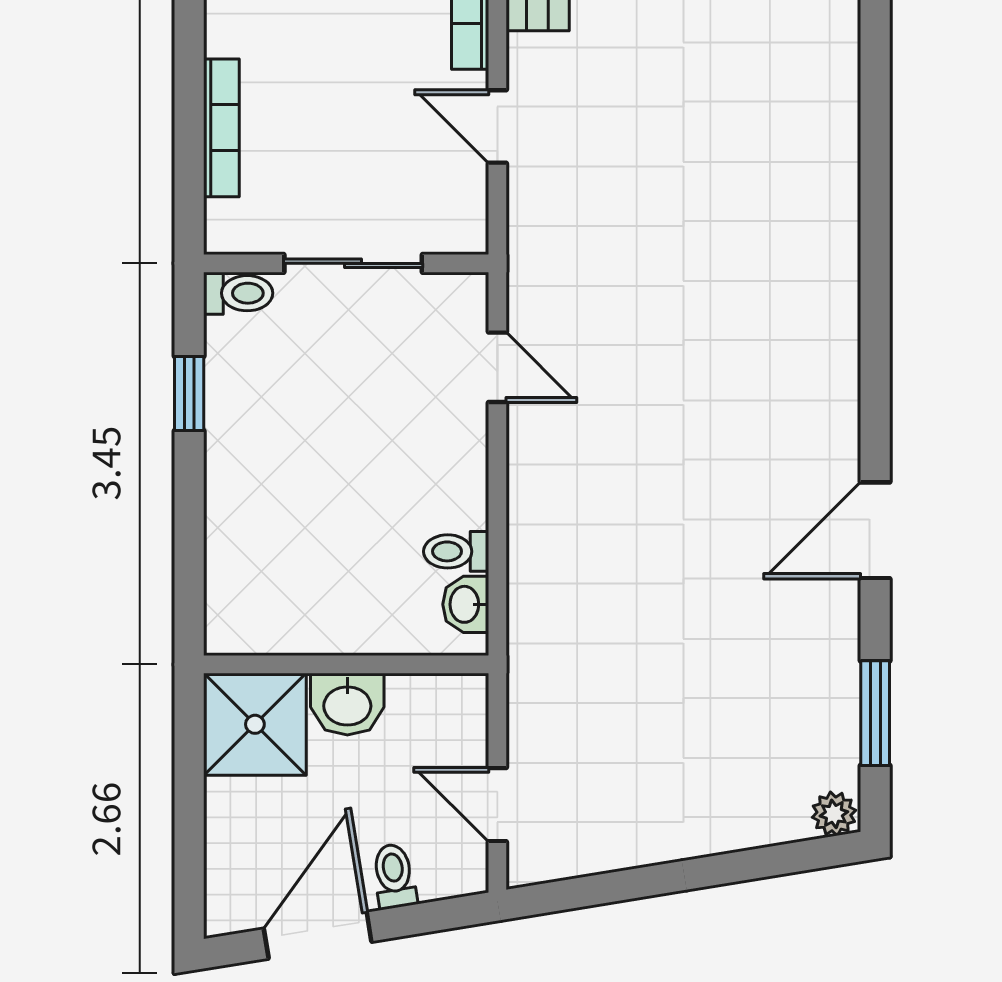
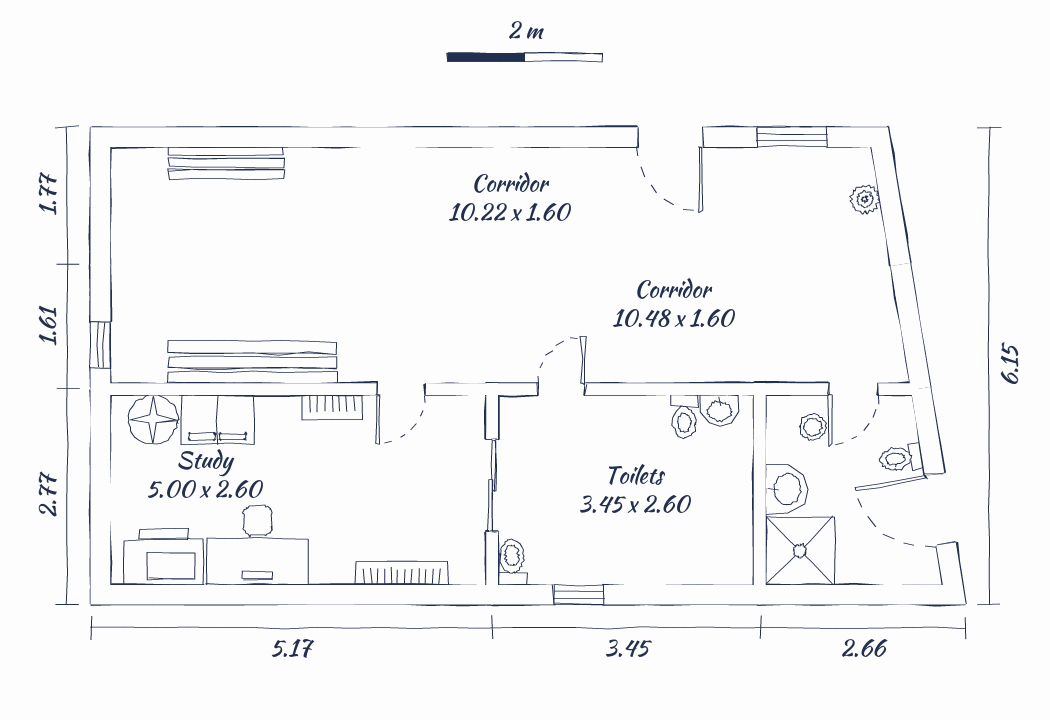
stool: (441, 744) -> (813, 427), added
plant: (834, 814) -> (865, 199), moved

